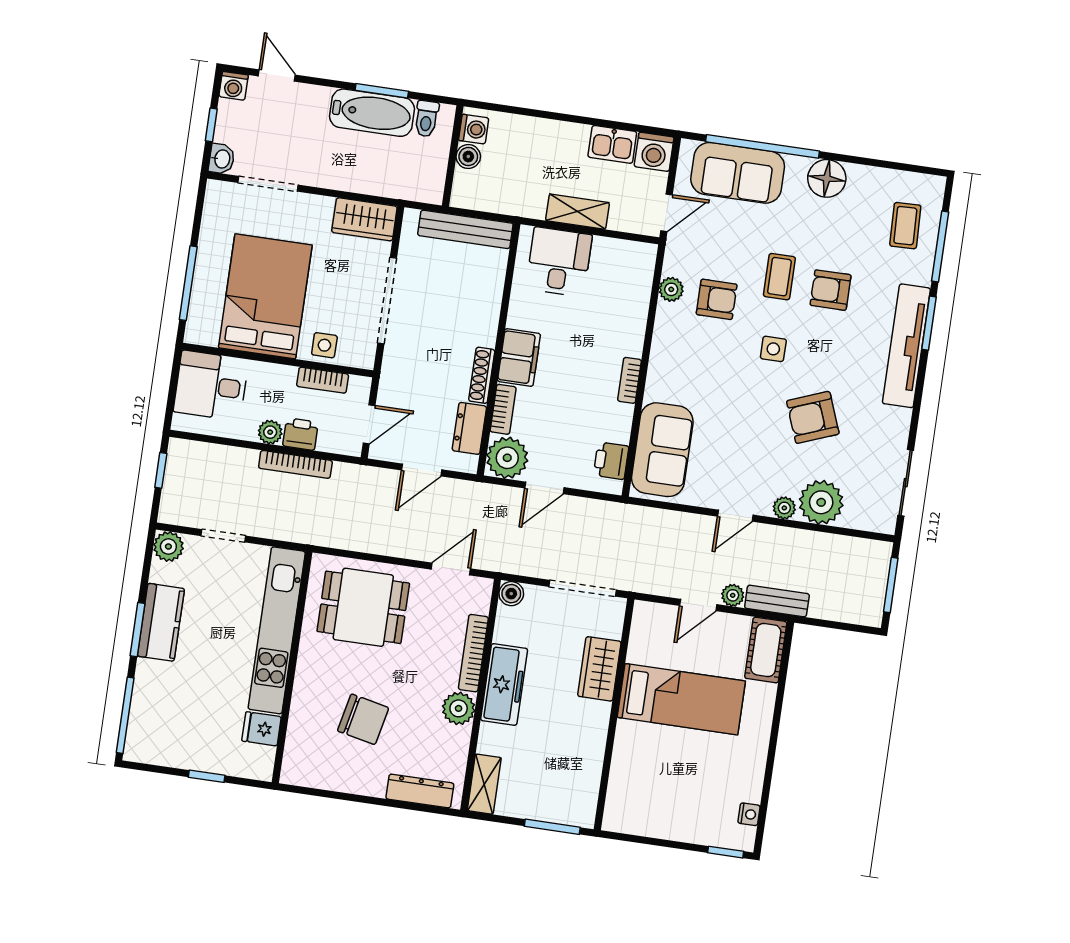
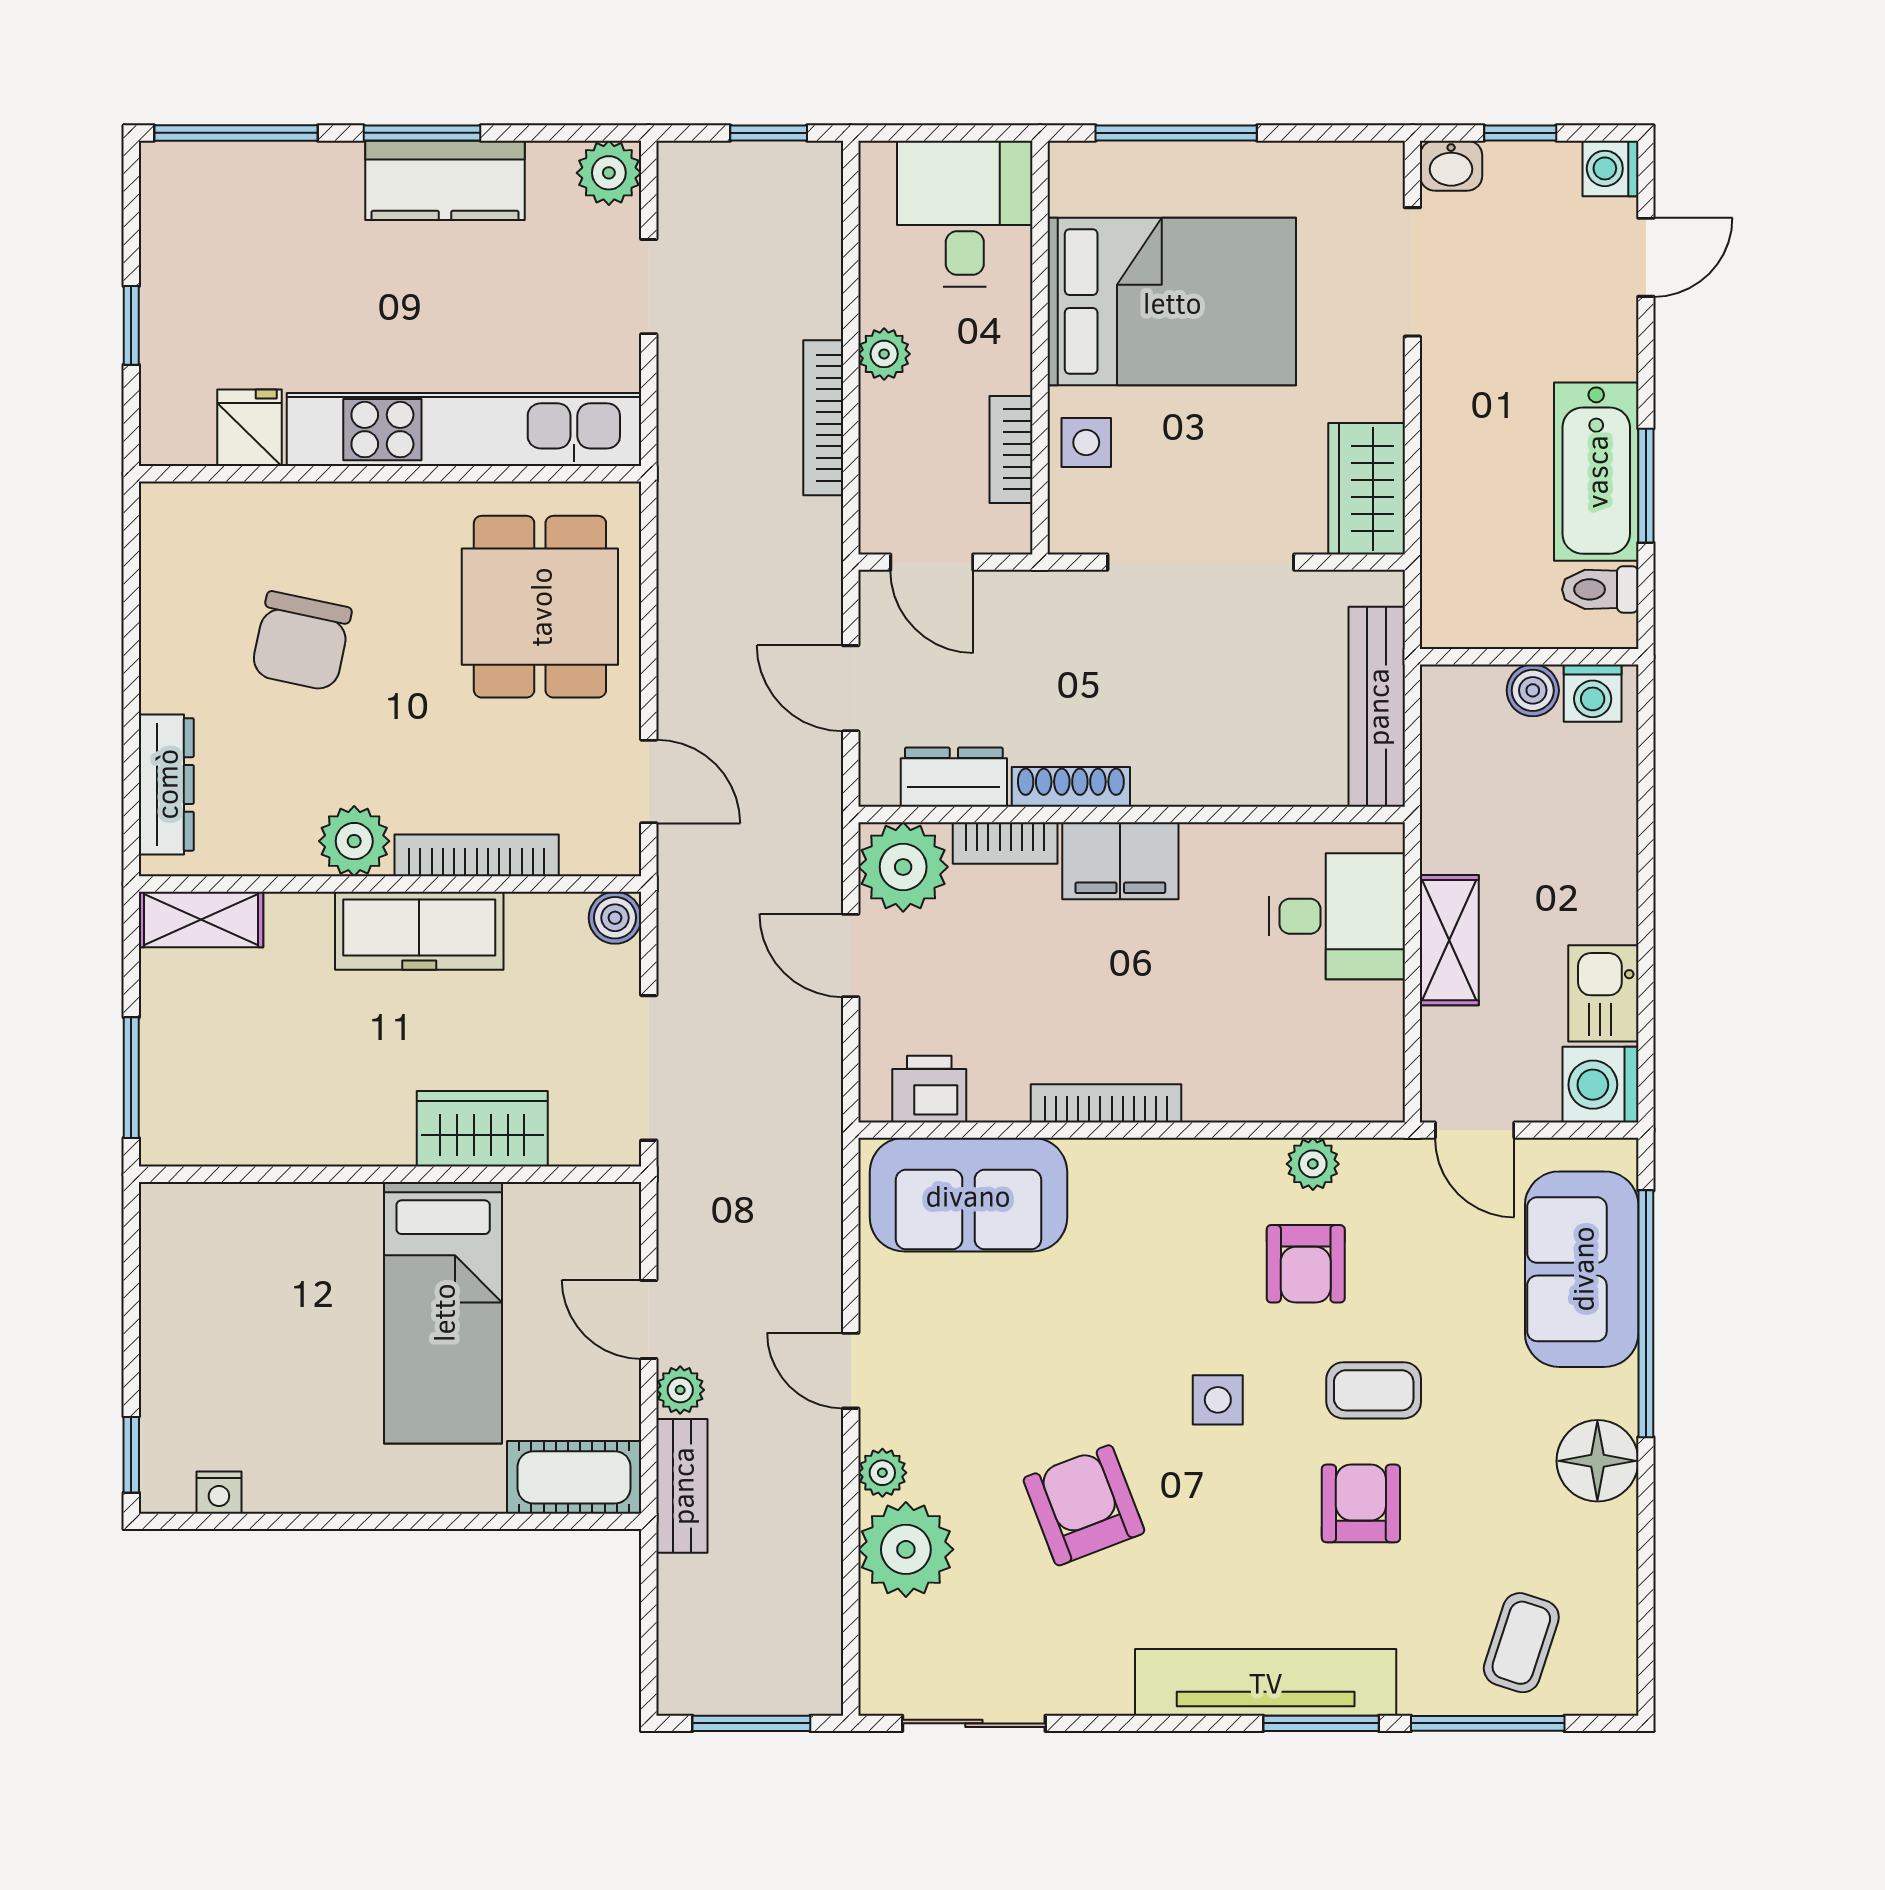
coffee table: (905, 226) -> (1521, 1643), turned -70
bookcase: (630, 380) -> (1106, 1103), width x1.56
printer: (300, 434) -> (889, 419), removed

